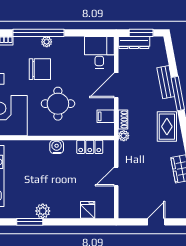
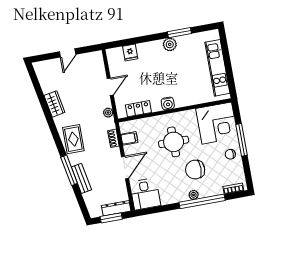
plant: (124, 136) -> (108, 113), moved

